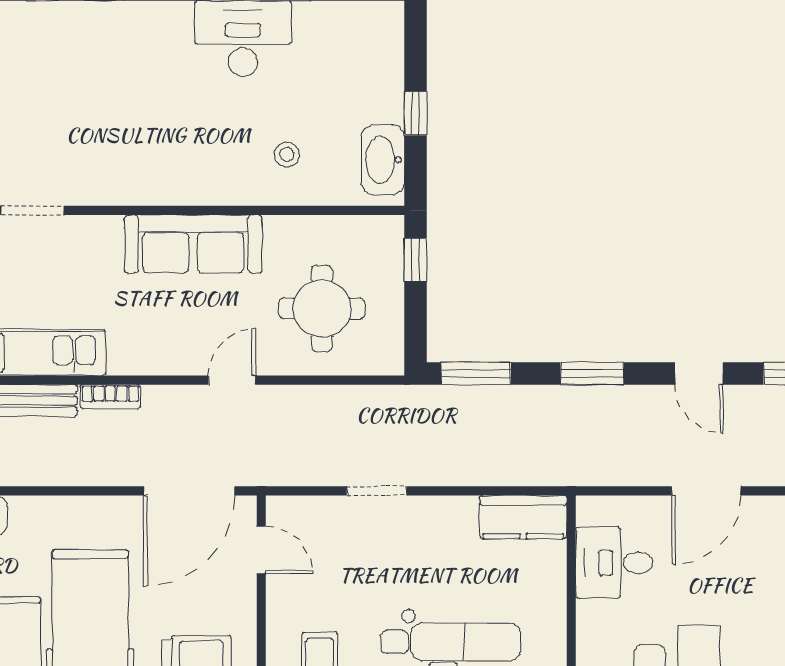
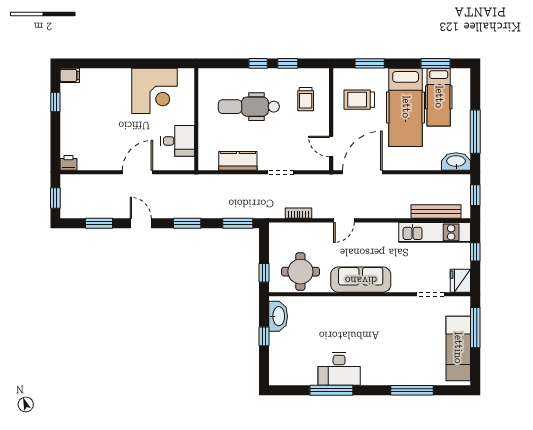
stool: (287, 154) -> (320, 319), removed
round table: (322, 309) -> (300, 272), moved
bookcase: (110, 397) -> (299, 213), moved
kitchen counter: (523, 517) -> (238, 161), moved

